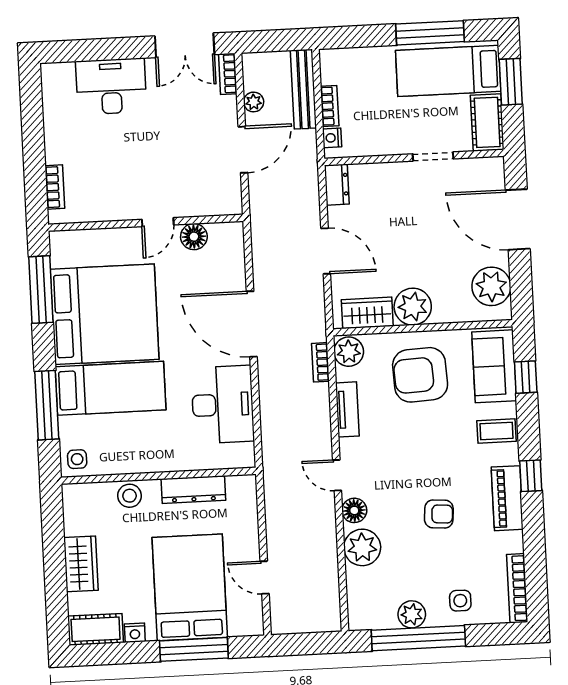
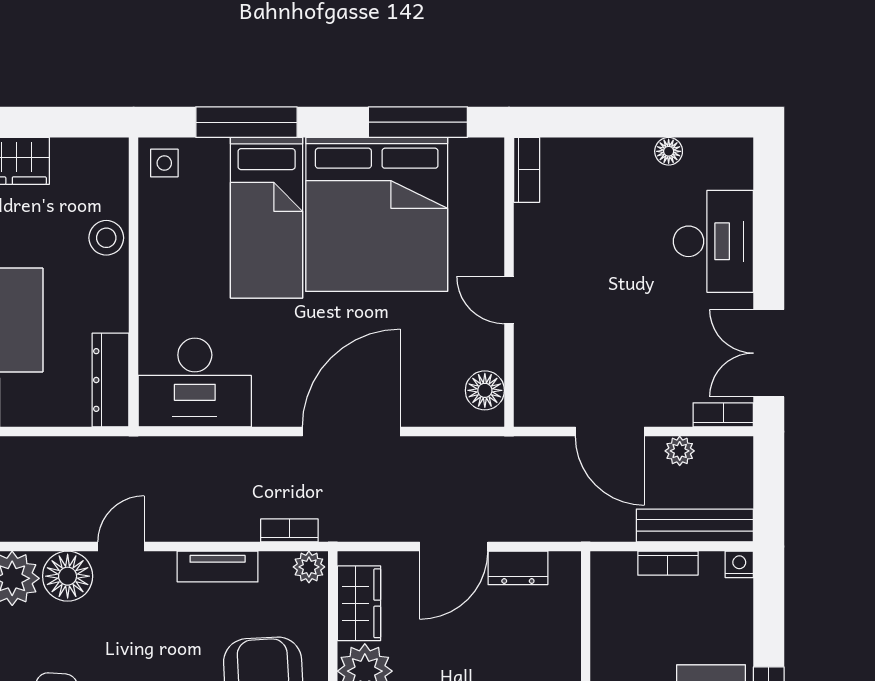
floor lamp: (52, 120) -> (669, 151), added
nightstand: (332, 138) -> (739, 564), moved
dresser: (337, 185) -> (518, 568), moved
bookcase: (55, 187) -> (527, 170), moved, turned -90
floor lamp: (194, 237) -> (485, 390), moved
plant: (349, 352) -> (309, 567), width x0.73, depth x0.73
desk: (223, 405) -> (195, 383), moved
dresser: (193, 490) -> (111, 380), moved
floor lamp: (354, 510) -> (68, 576), width x1.38, depth x1.38

